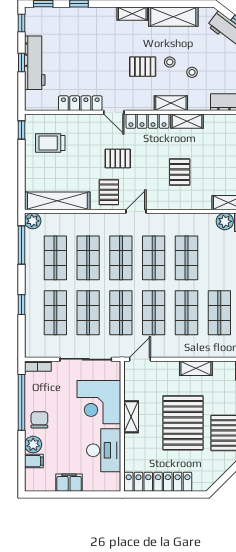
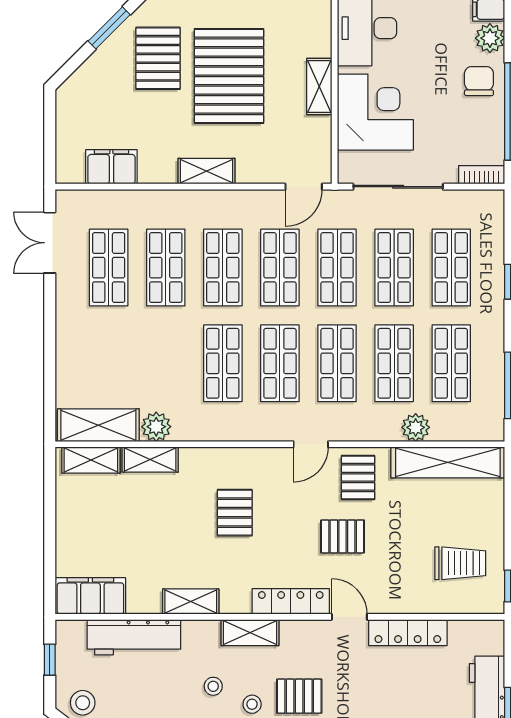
shelving: (187, 121) -> (191, 602), moved
plant: (33, 221) -> (416, 427), moved
chair: (39, 420) -> (479, 81), turned 180

